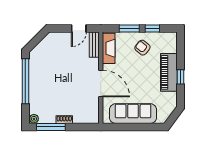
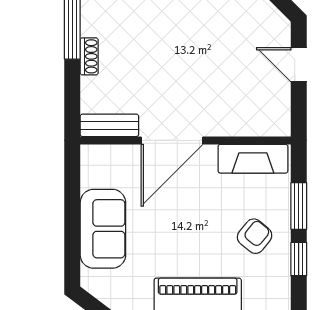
door: (79, 28) -> (299, 65), moved
bench: (94, 45) -> (109, 125), moved
sofa: (133, 114) -> (103, 229), width x0.73

